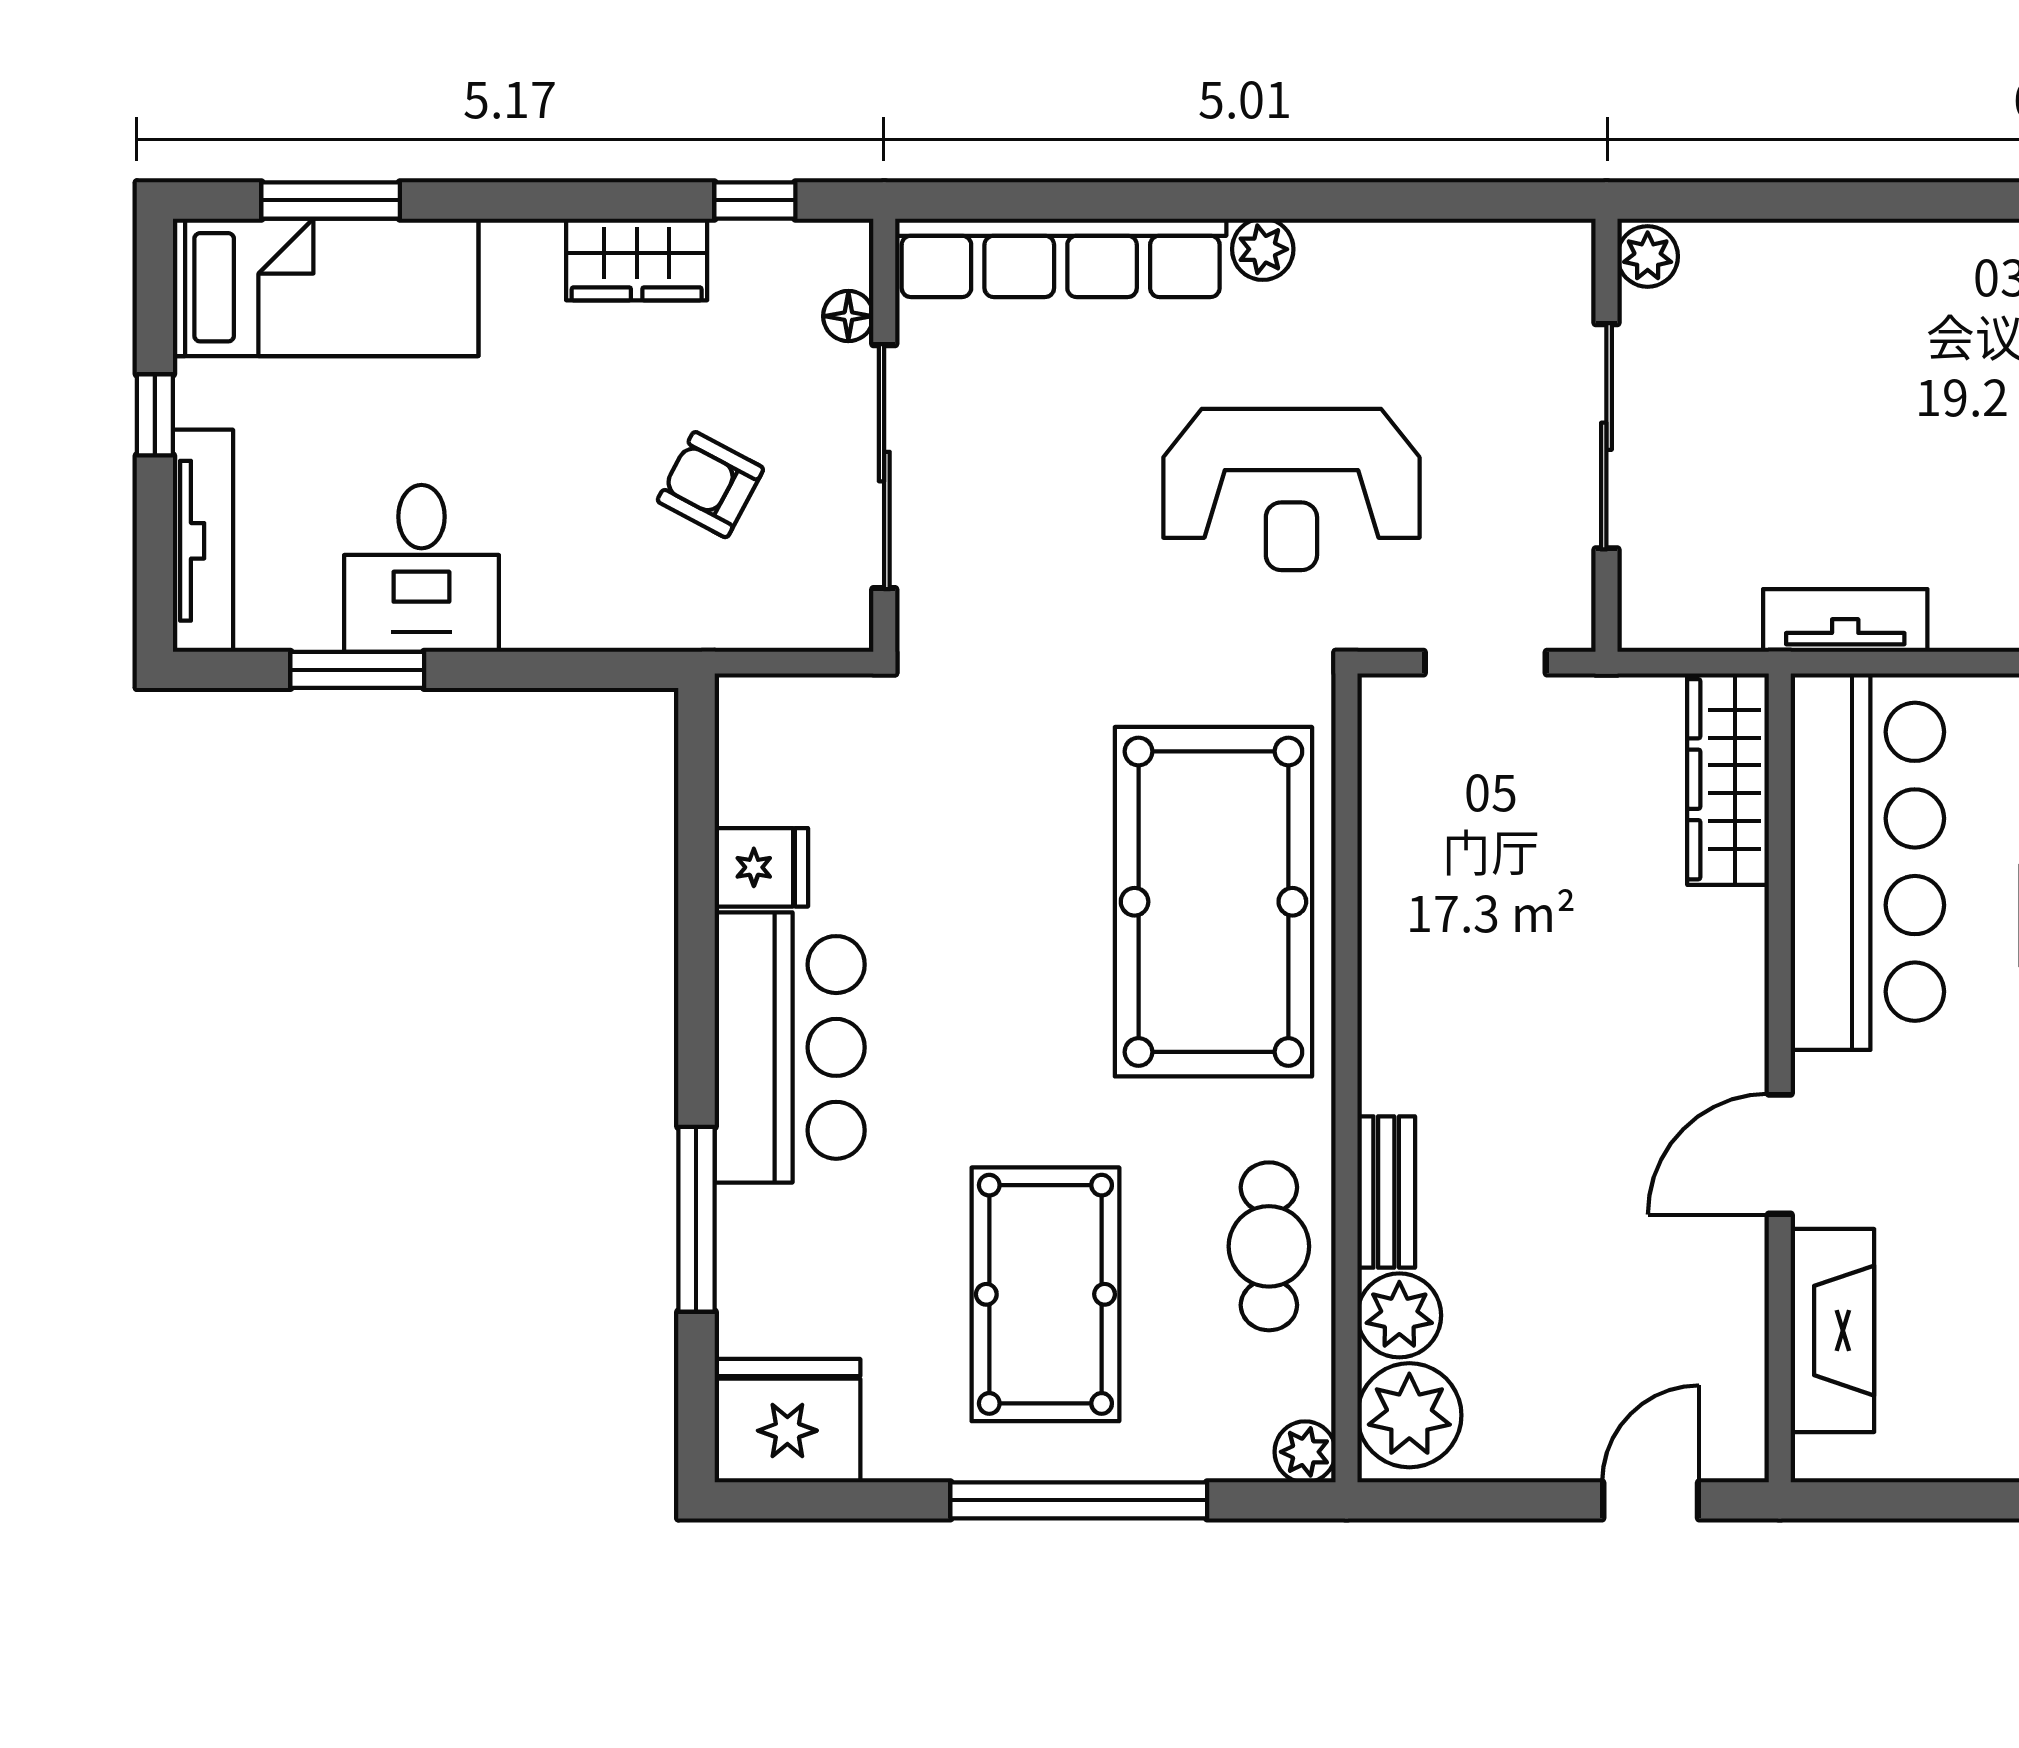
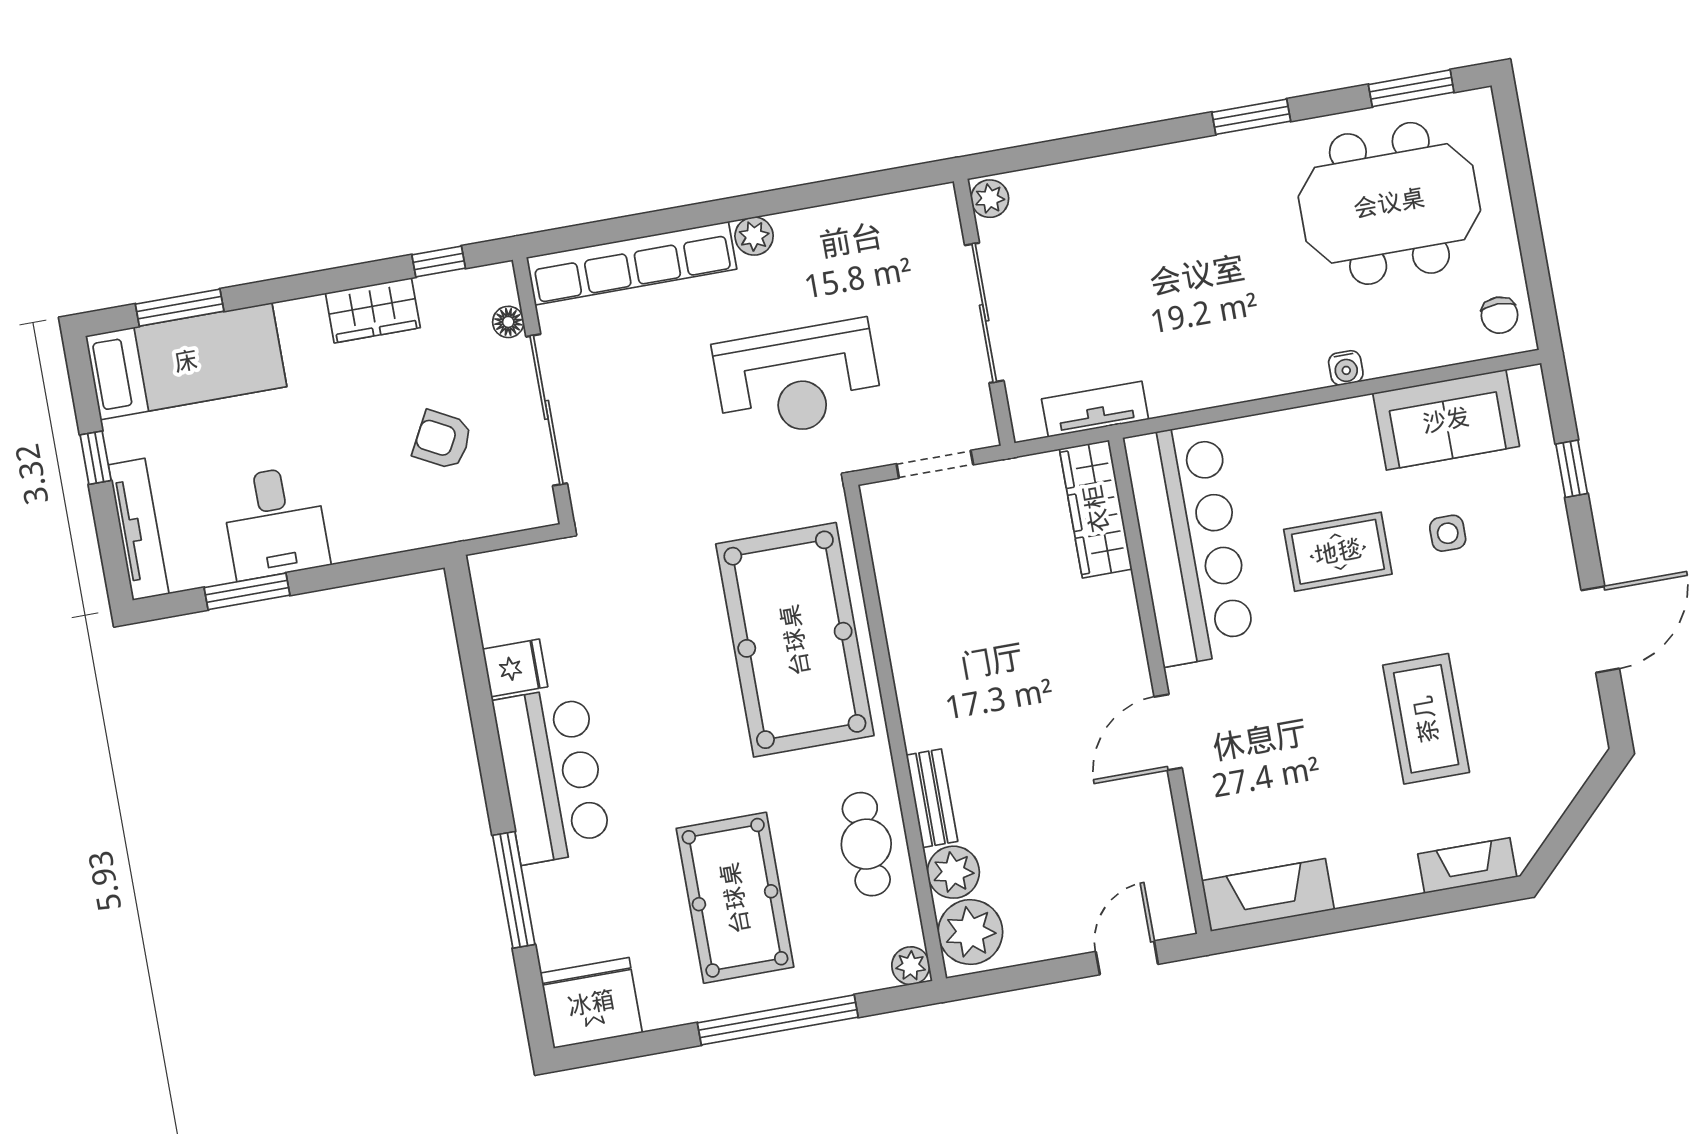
tv unit: (1845, 620) -> (1095, 409), moved
fireplace: (1832, 1331) -> (1268, 895), moved, turned -90

